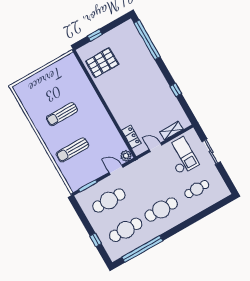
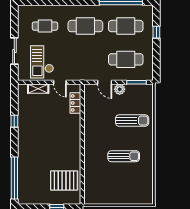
plant: (126, 156) -> (120, 89), moved

